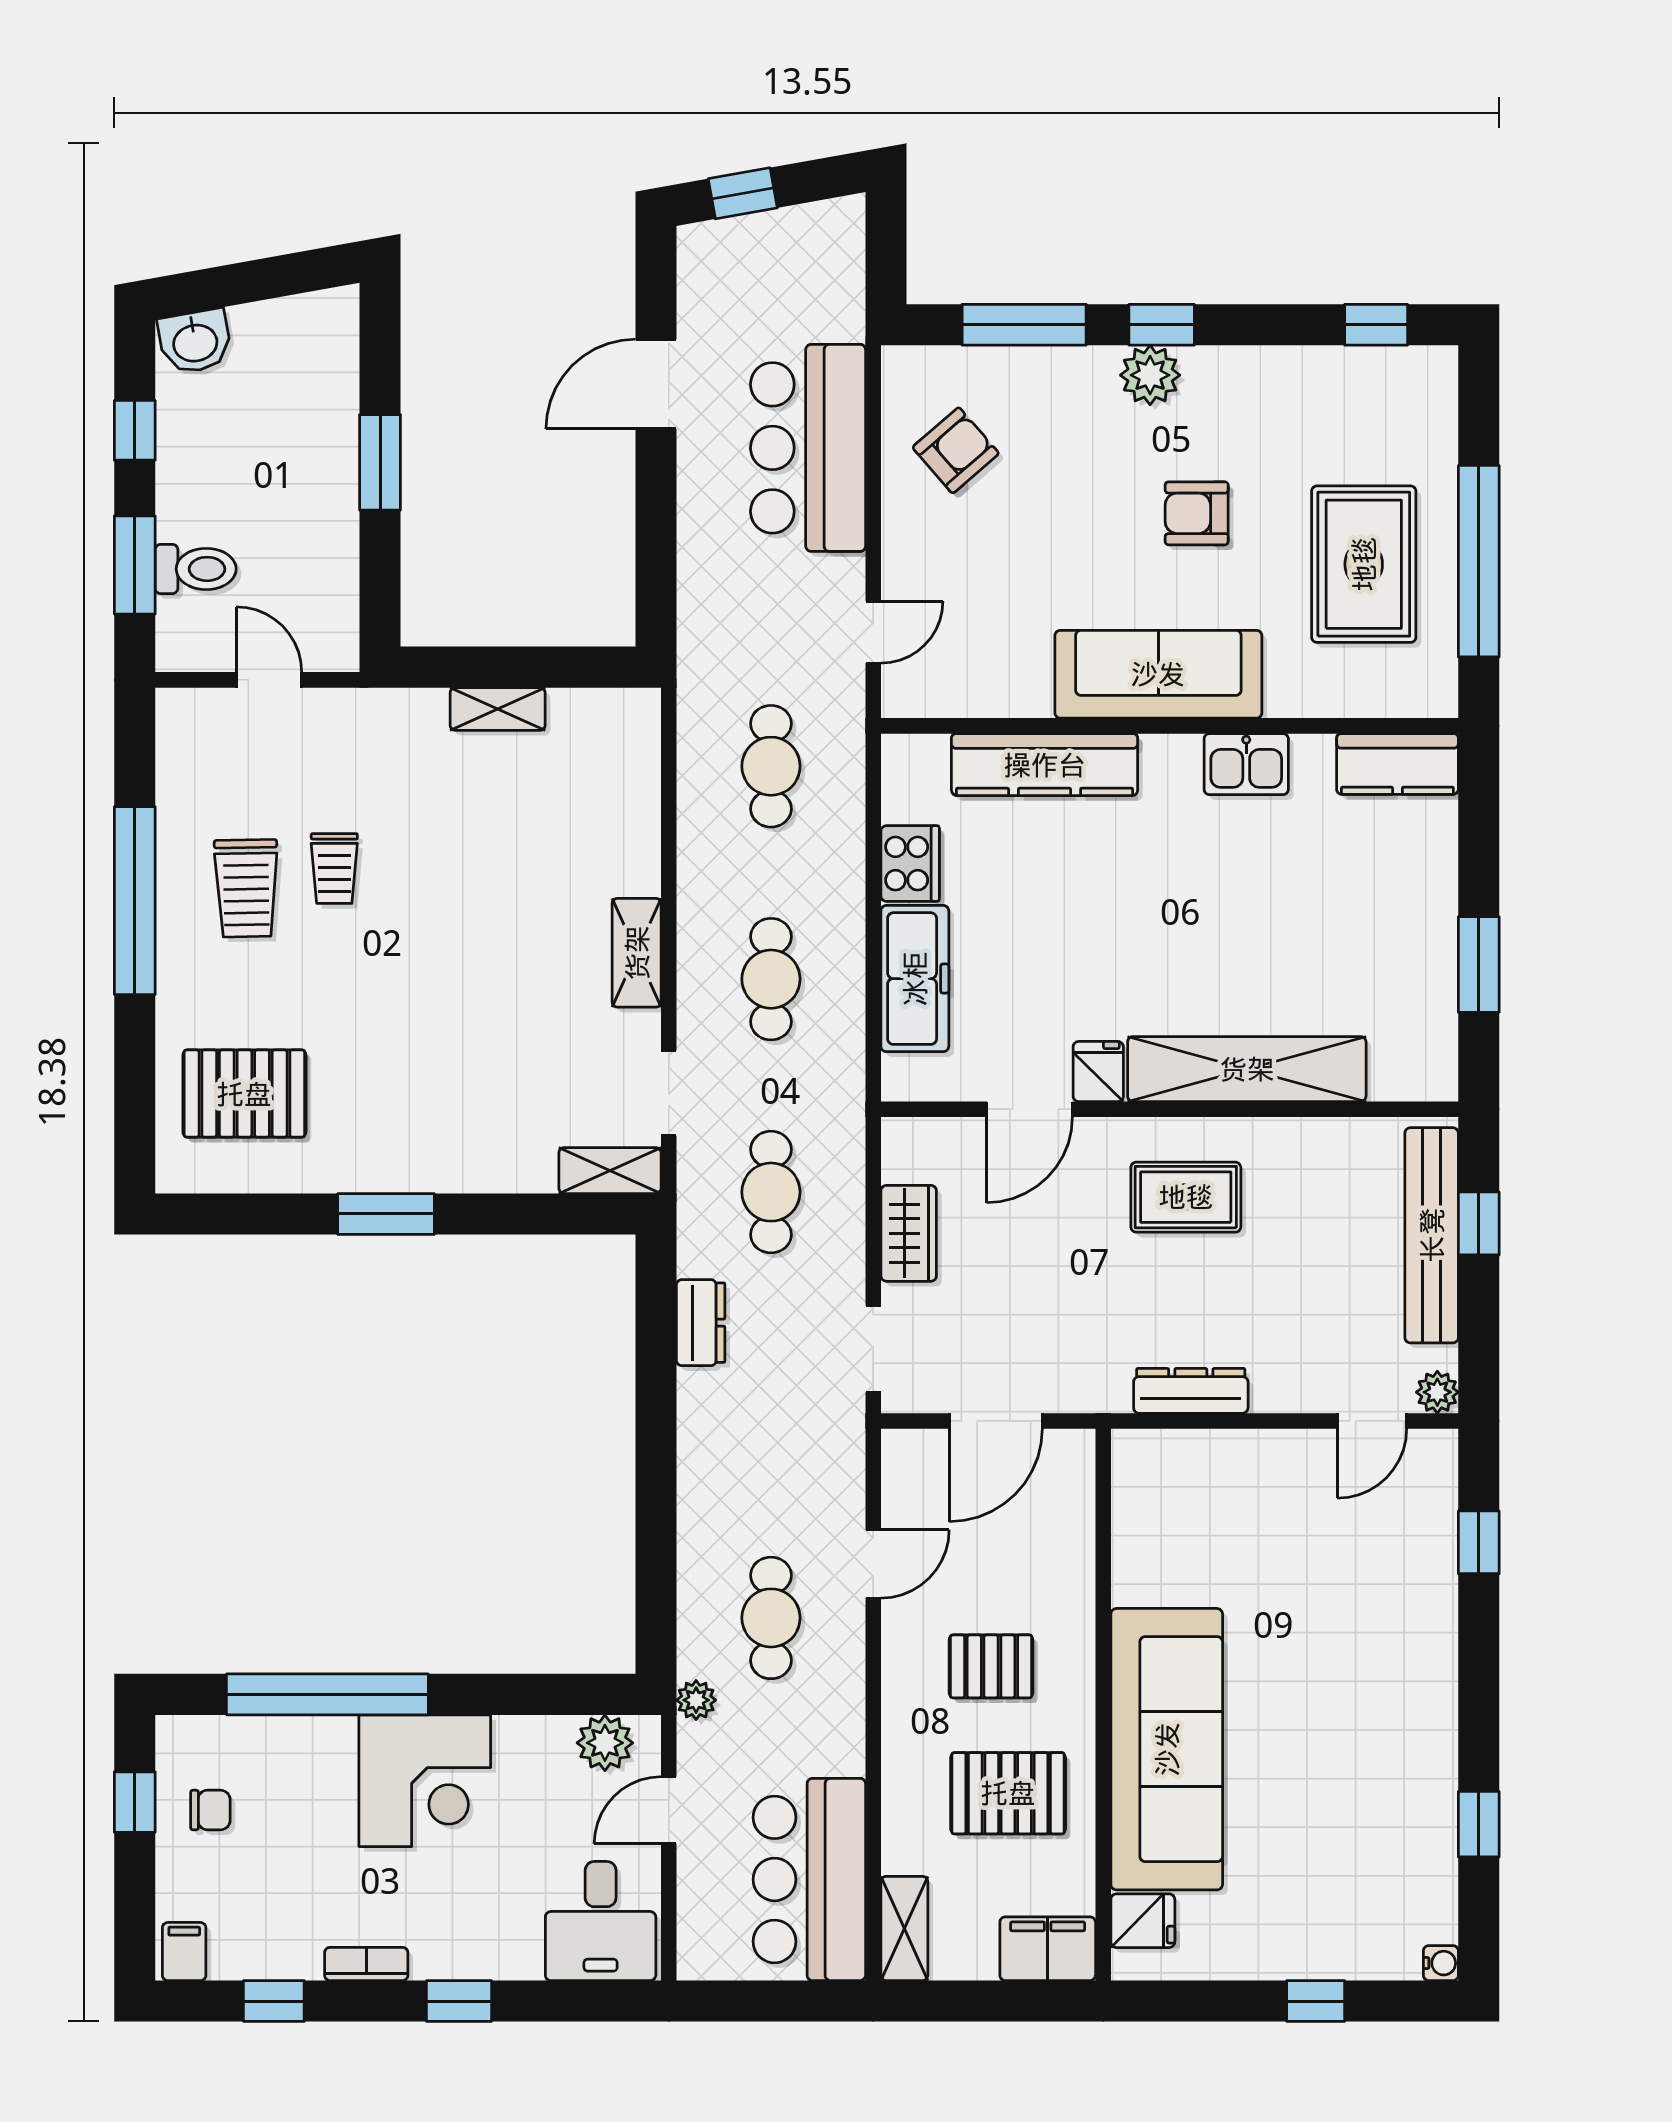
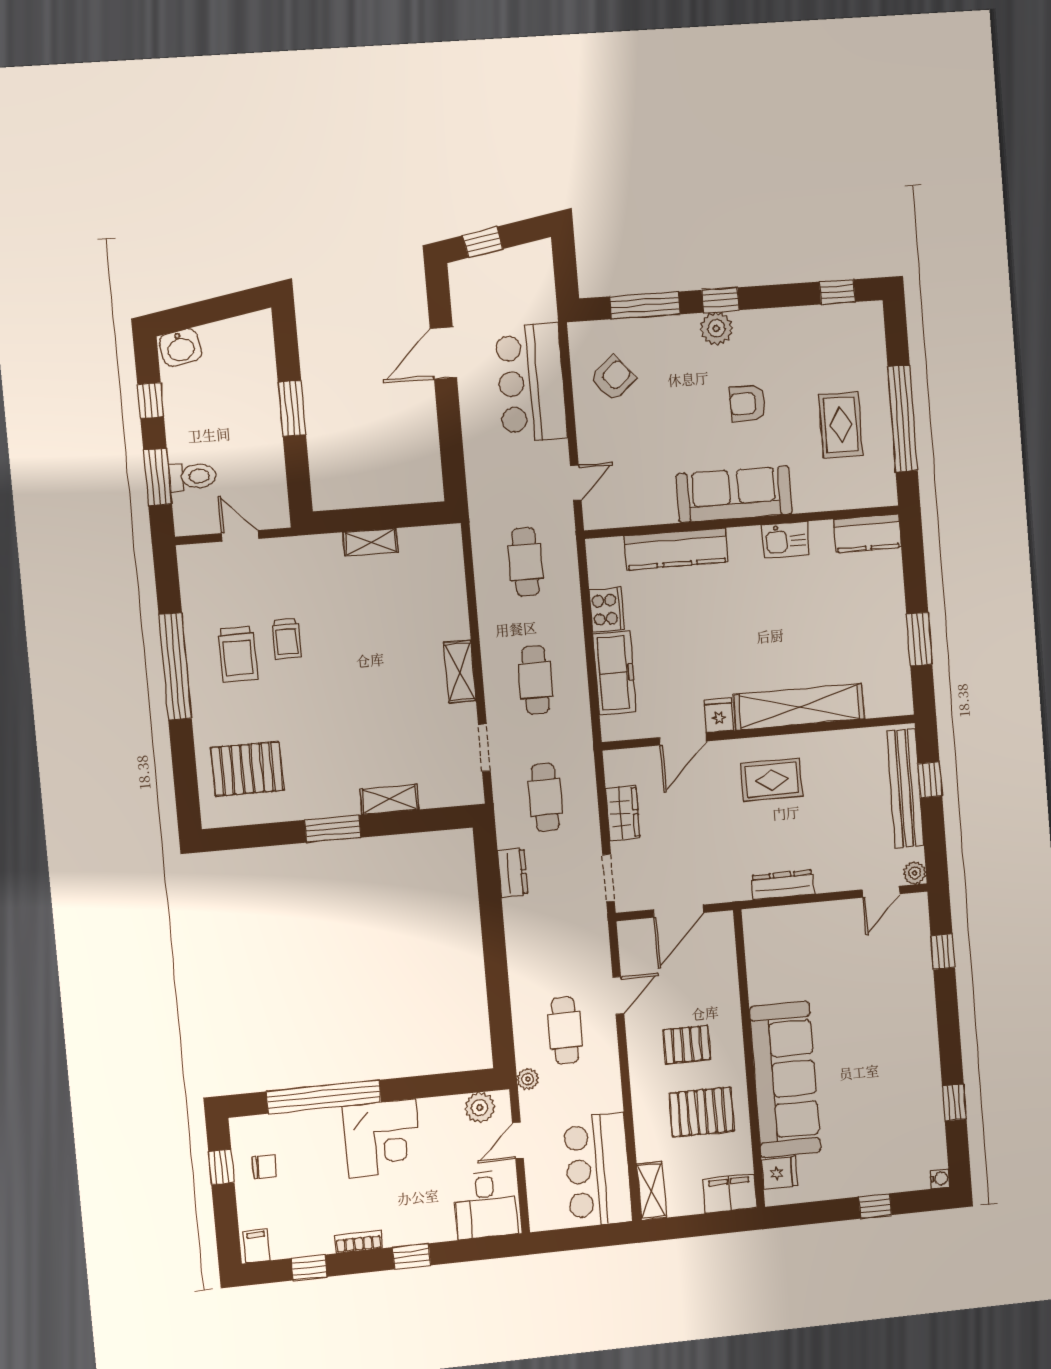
rug: (1364, 564) -> (841, 425), width x0.73, depth x0.70
shelving: (610, 1171) -> (389, 799), moved

